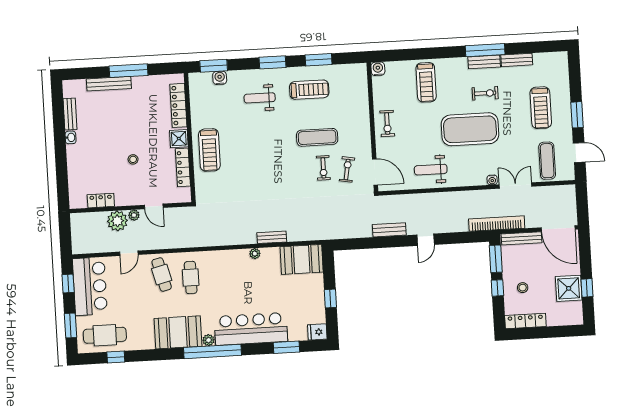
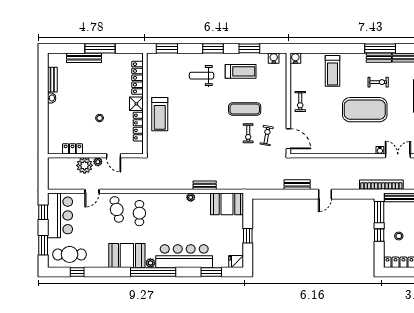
water cooler: (220, 78) -> (274, 58), moved
weight bench: (431, 170) -> (332, 139), removed

